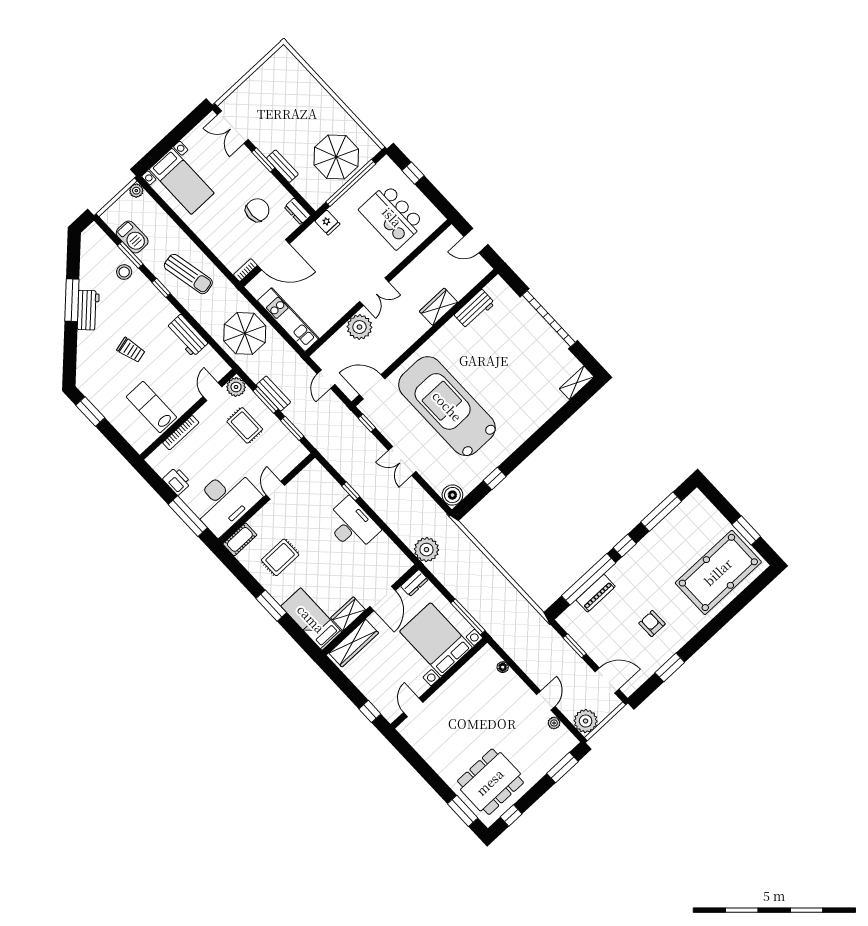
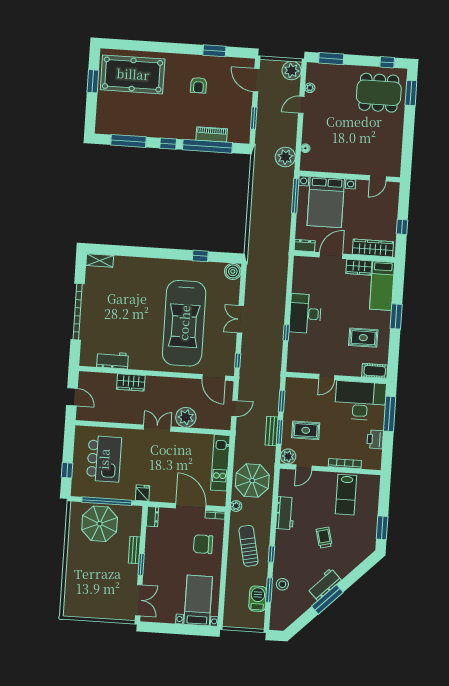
plant: (136, 191) -> (236, 506), moved
chair: (257, 210) -> (203, 544), moved
rug: (245, 425) -> (306, 430), turned 90
double door: (402, 461) -> (240, 319), swing flipped
plant: (427, 550) -> (285, 157), moved
window: (370, 711) -> (402, 227), moved

